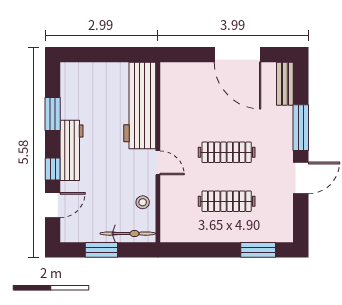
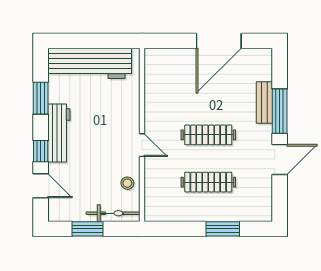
door: (238, 55) -> (219, 41), hinge flipped
bench: (285, 84) -> (264, 102), moved
workbench: (140, 105) -> (90, 63), moved, turned -90
door: (53, 205) -> (41, 186), hinge flipped
window: (258, 250) -> (223, 229), moved

